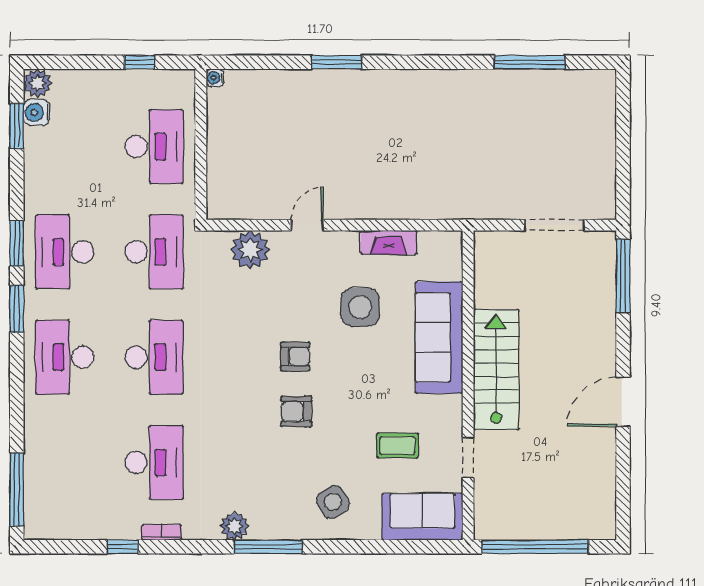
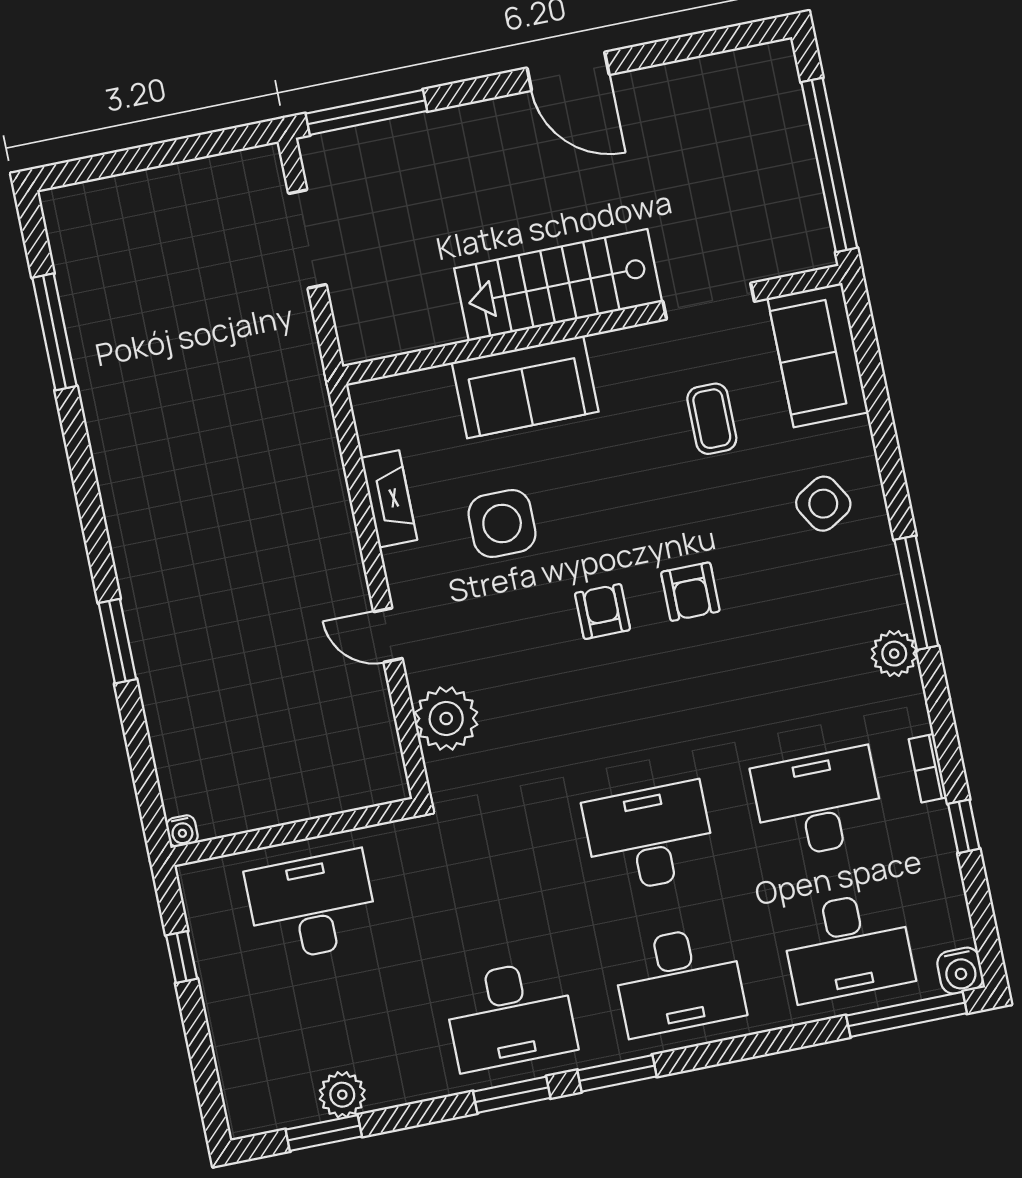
plant: (37, 83) -> (342, 1095), moved
water cooler: (36, 112) -> (960, 971), moved
desk: (154, 252) -> (847, 946), moved, turned 180
sofa: (439, 338) -> (525, 387), width x0.73
doorway: (468, 458) -> (709, 301), width x1.38

